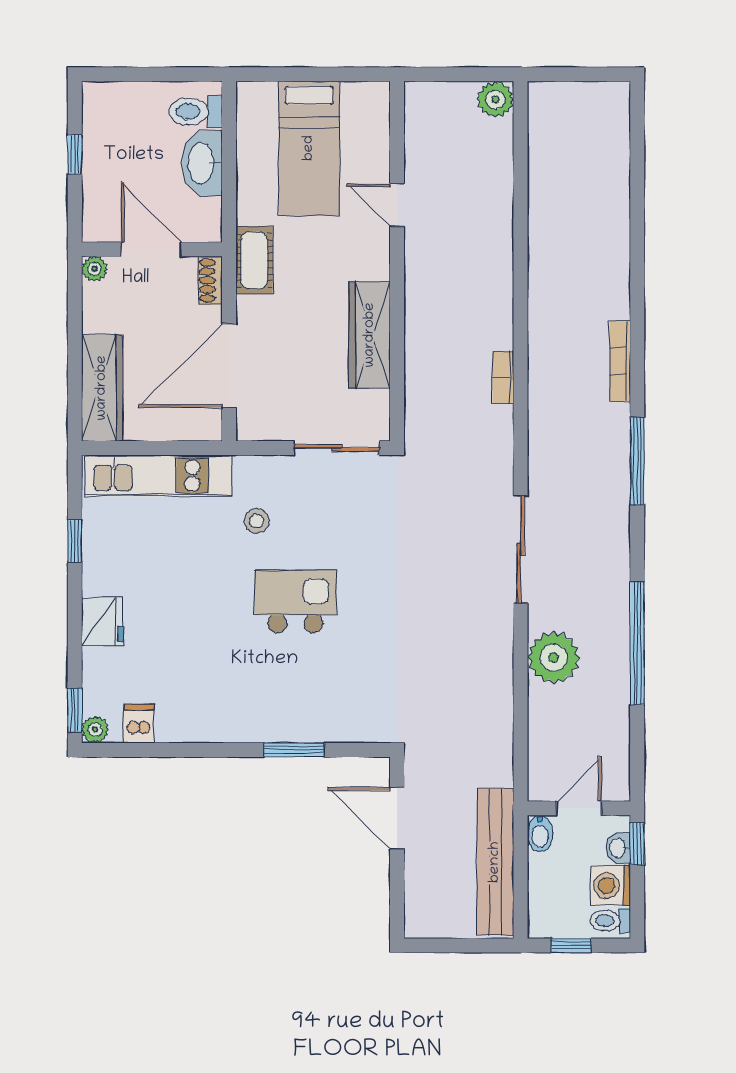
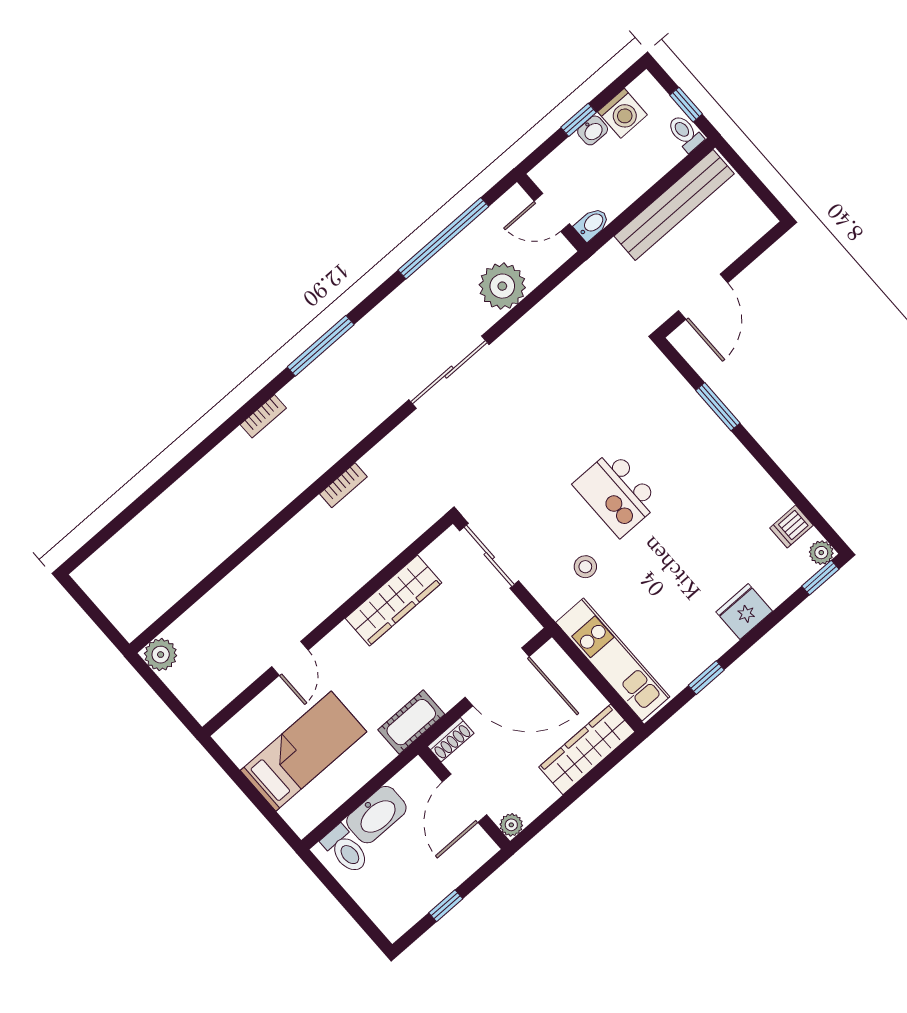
bookcase: (620, 361) -> (263, 416), width x0.64
door: (579, 808) -> (552, 212), moved
wall: (579, 808) -> (552, 213), moved
bidet: (540, 833) -> (592, 224), moved
toilet: (610, 921) -> (685, 133), moved, turned 180

